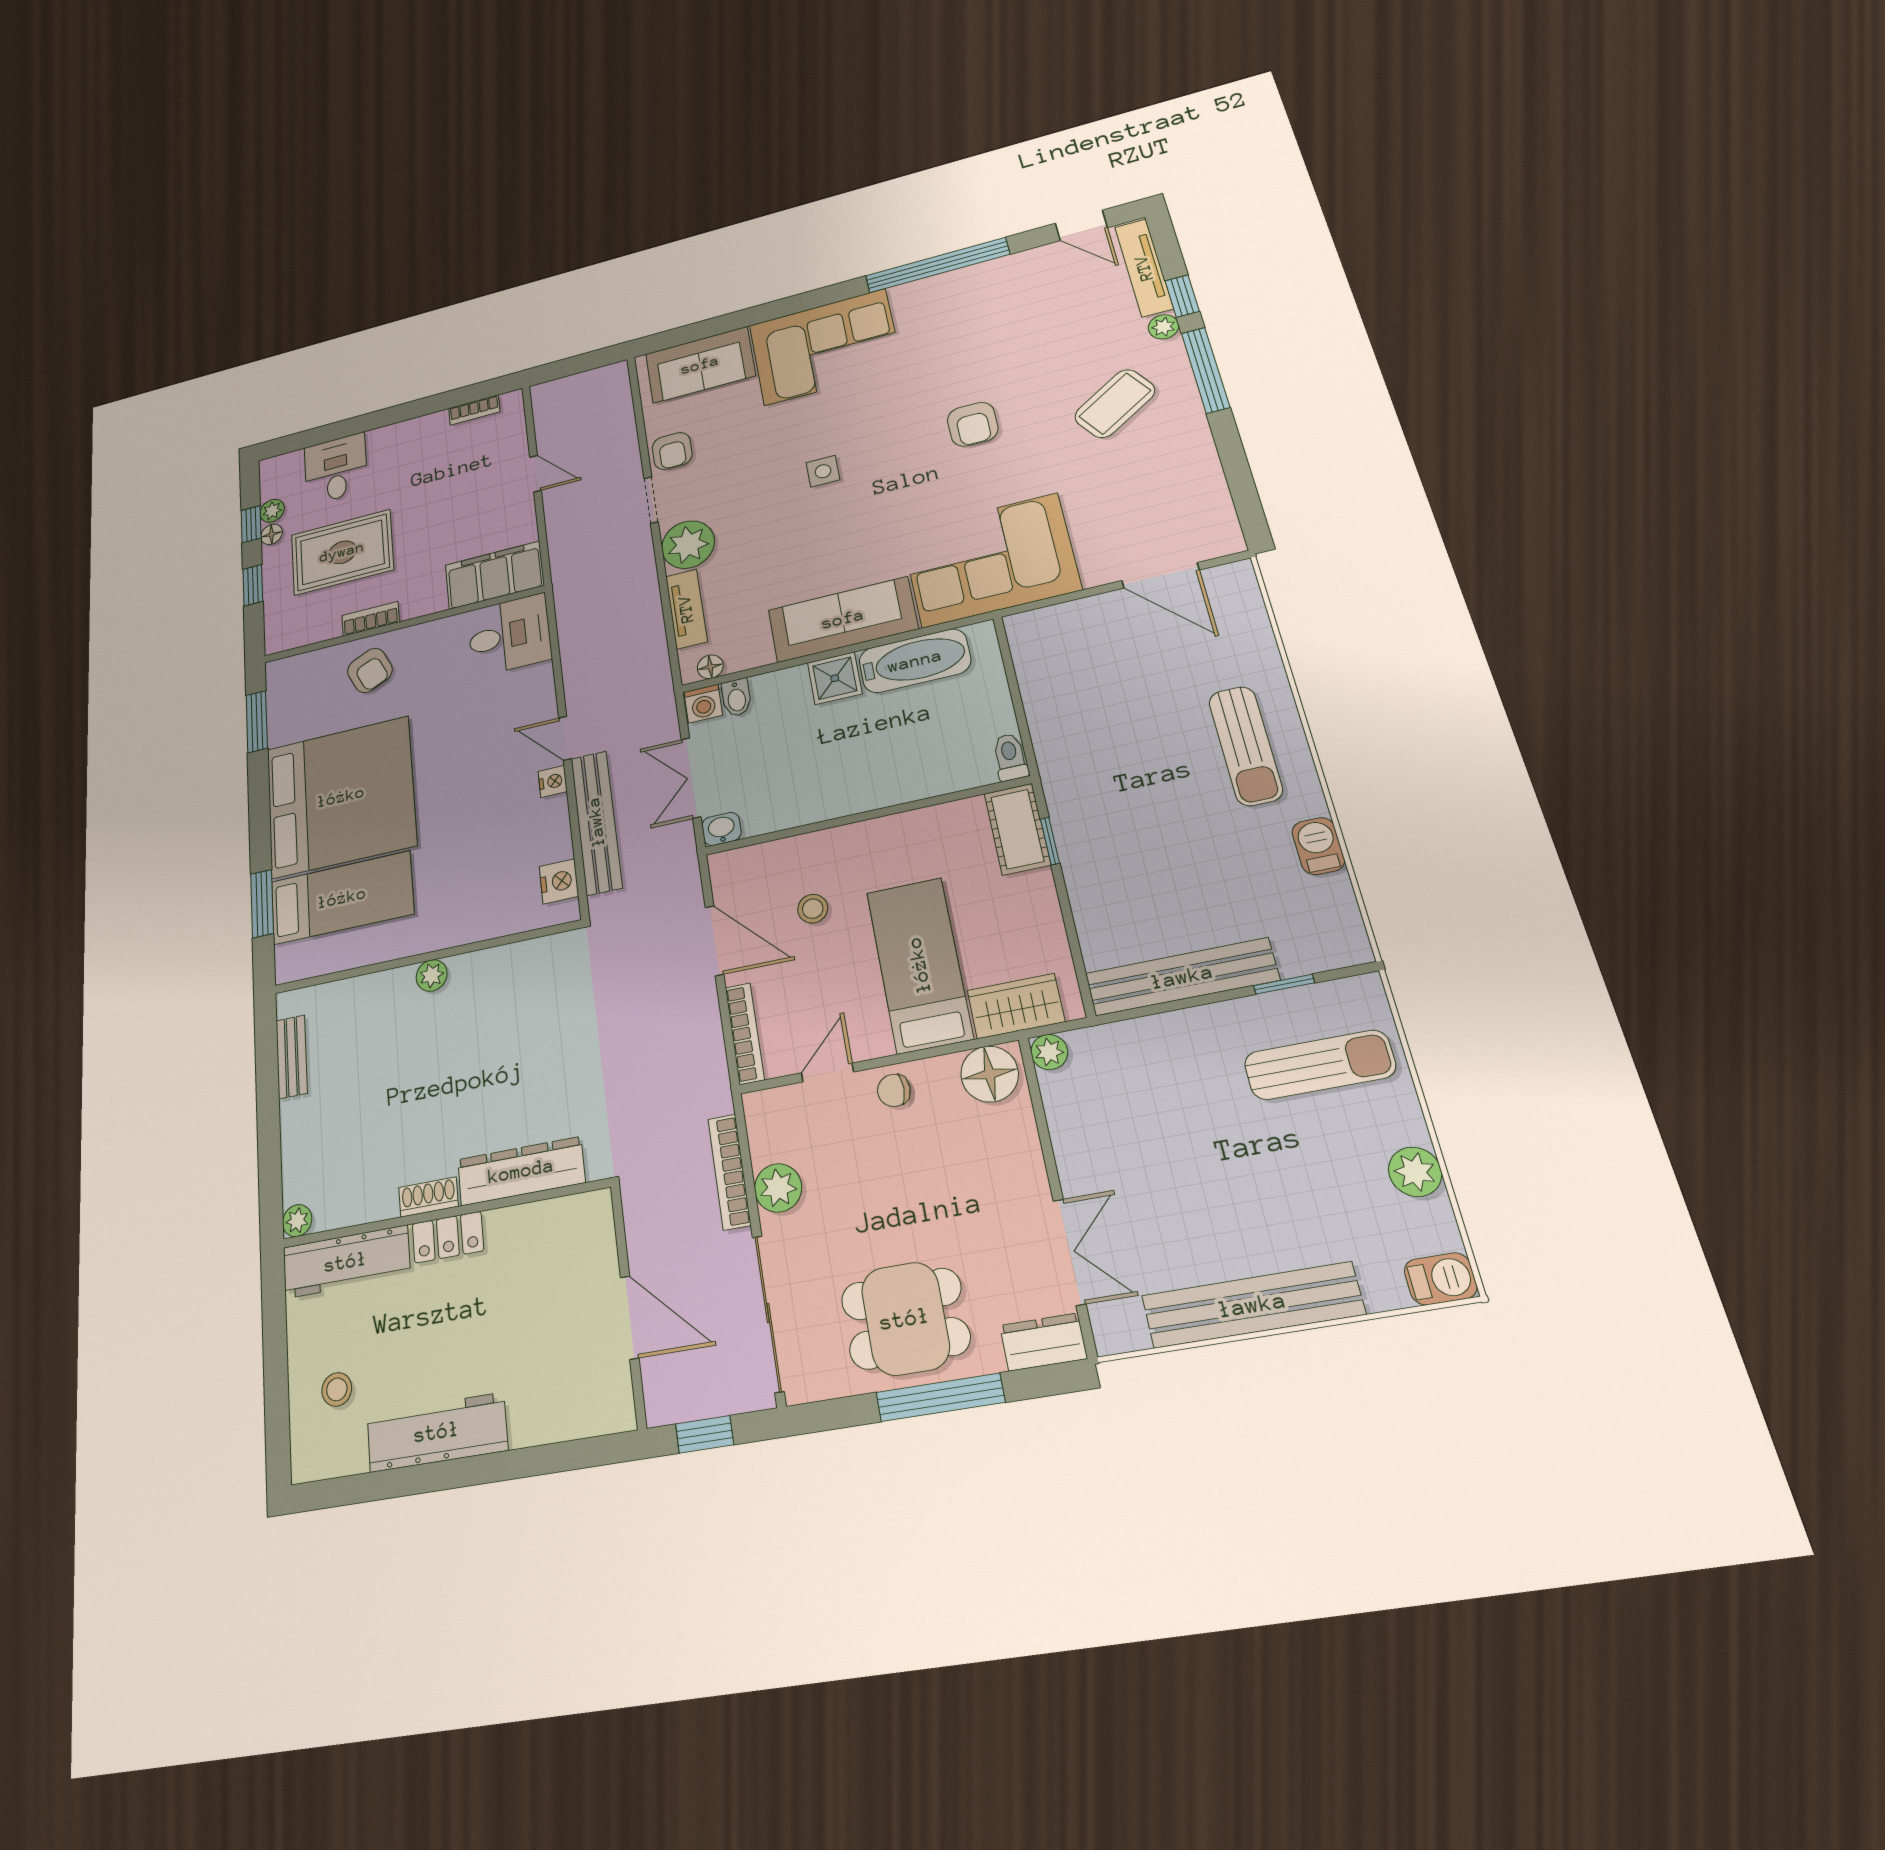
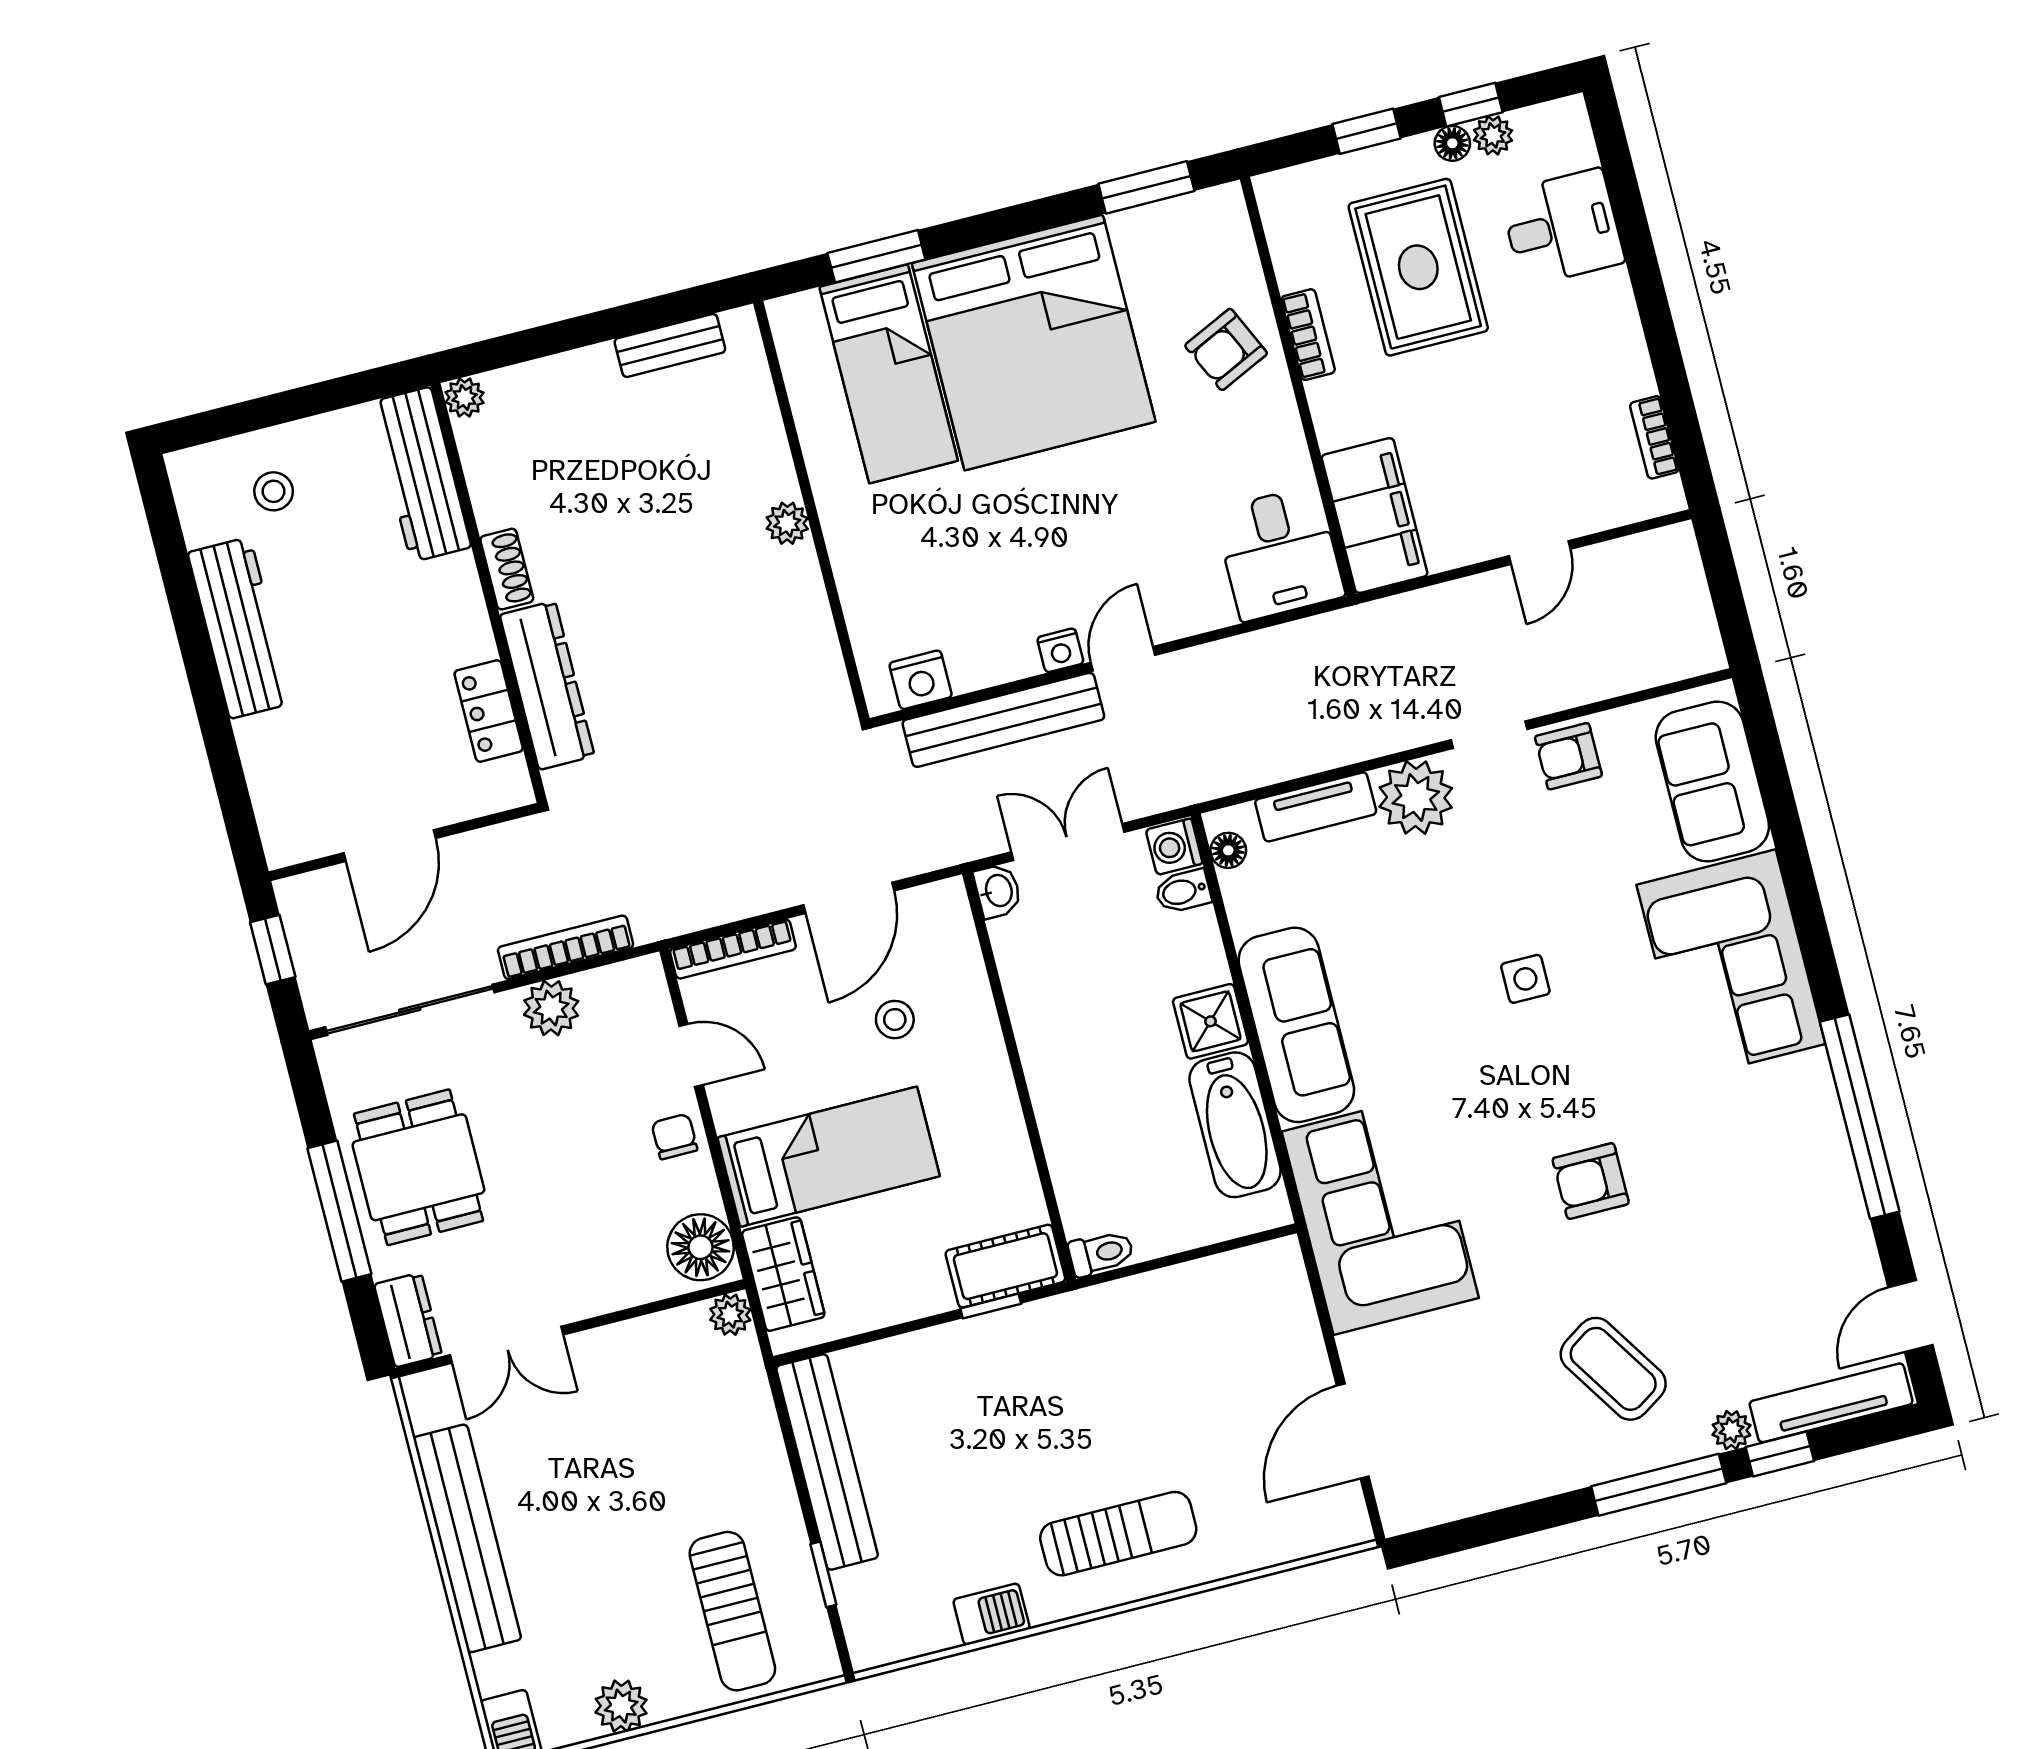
sun lounger: (1246, 746) -> (1118, 1534), turned 180
locker: (448, 1237) -> (489, 711), moved

